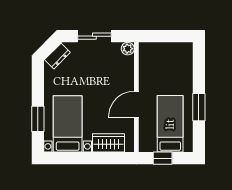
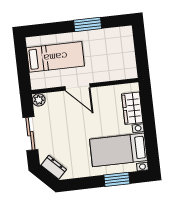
door: (136, 104) -> (78, 87), moved
bed: (170, 124) -> (55, 57), moved, turned 180
window: (163, 158) -> (141, 54), removed

